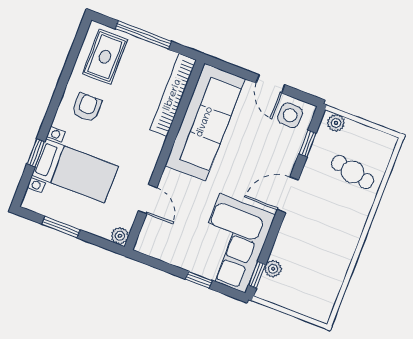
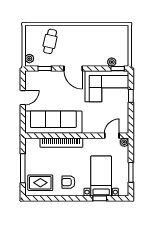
bookcase: (173, 95) -> (61, 143), moved
side table: (290, 115) -> (34, 82), removed
door: (148, 199) -> (112, 136), moved

